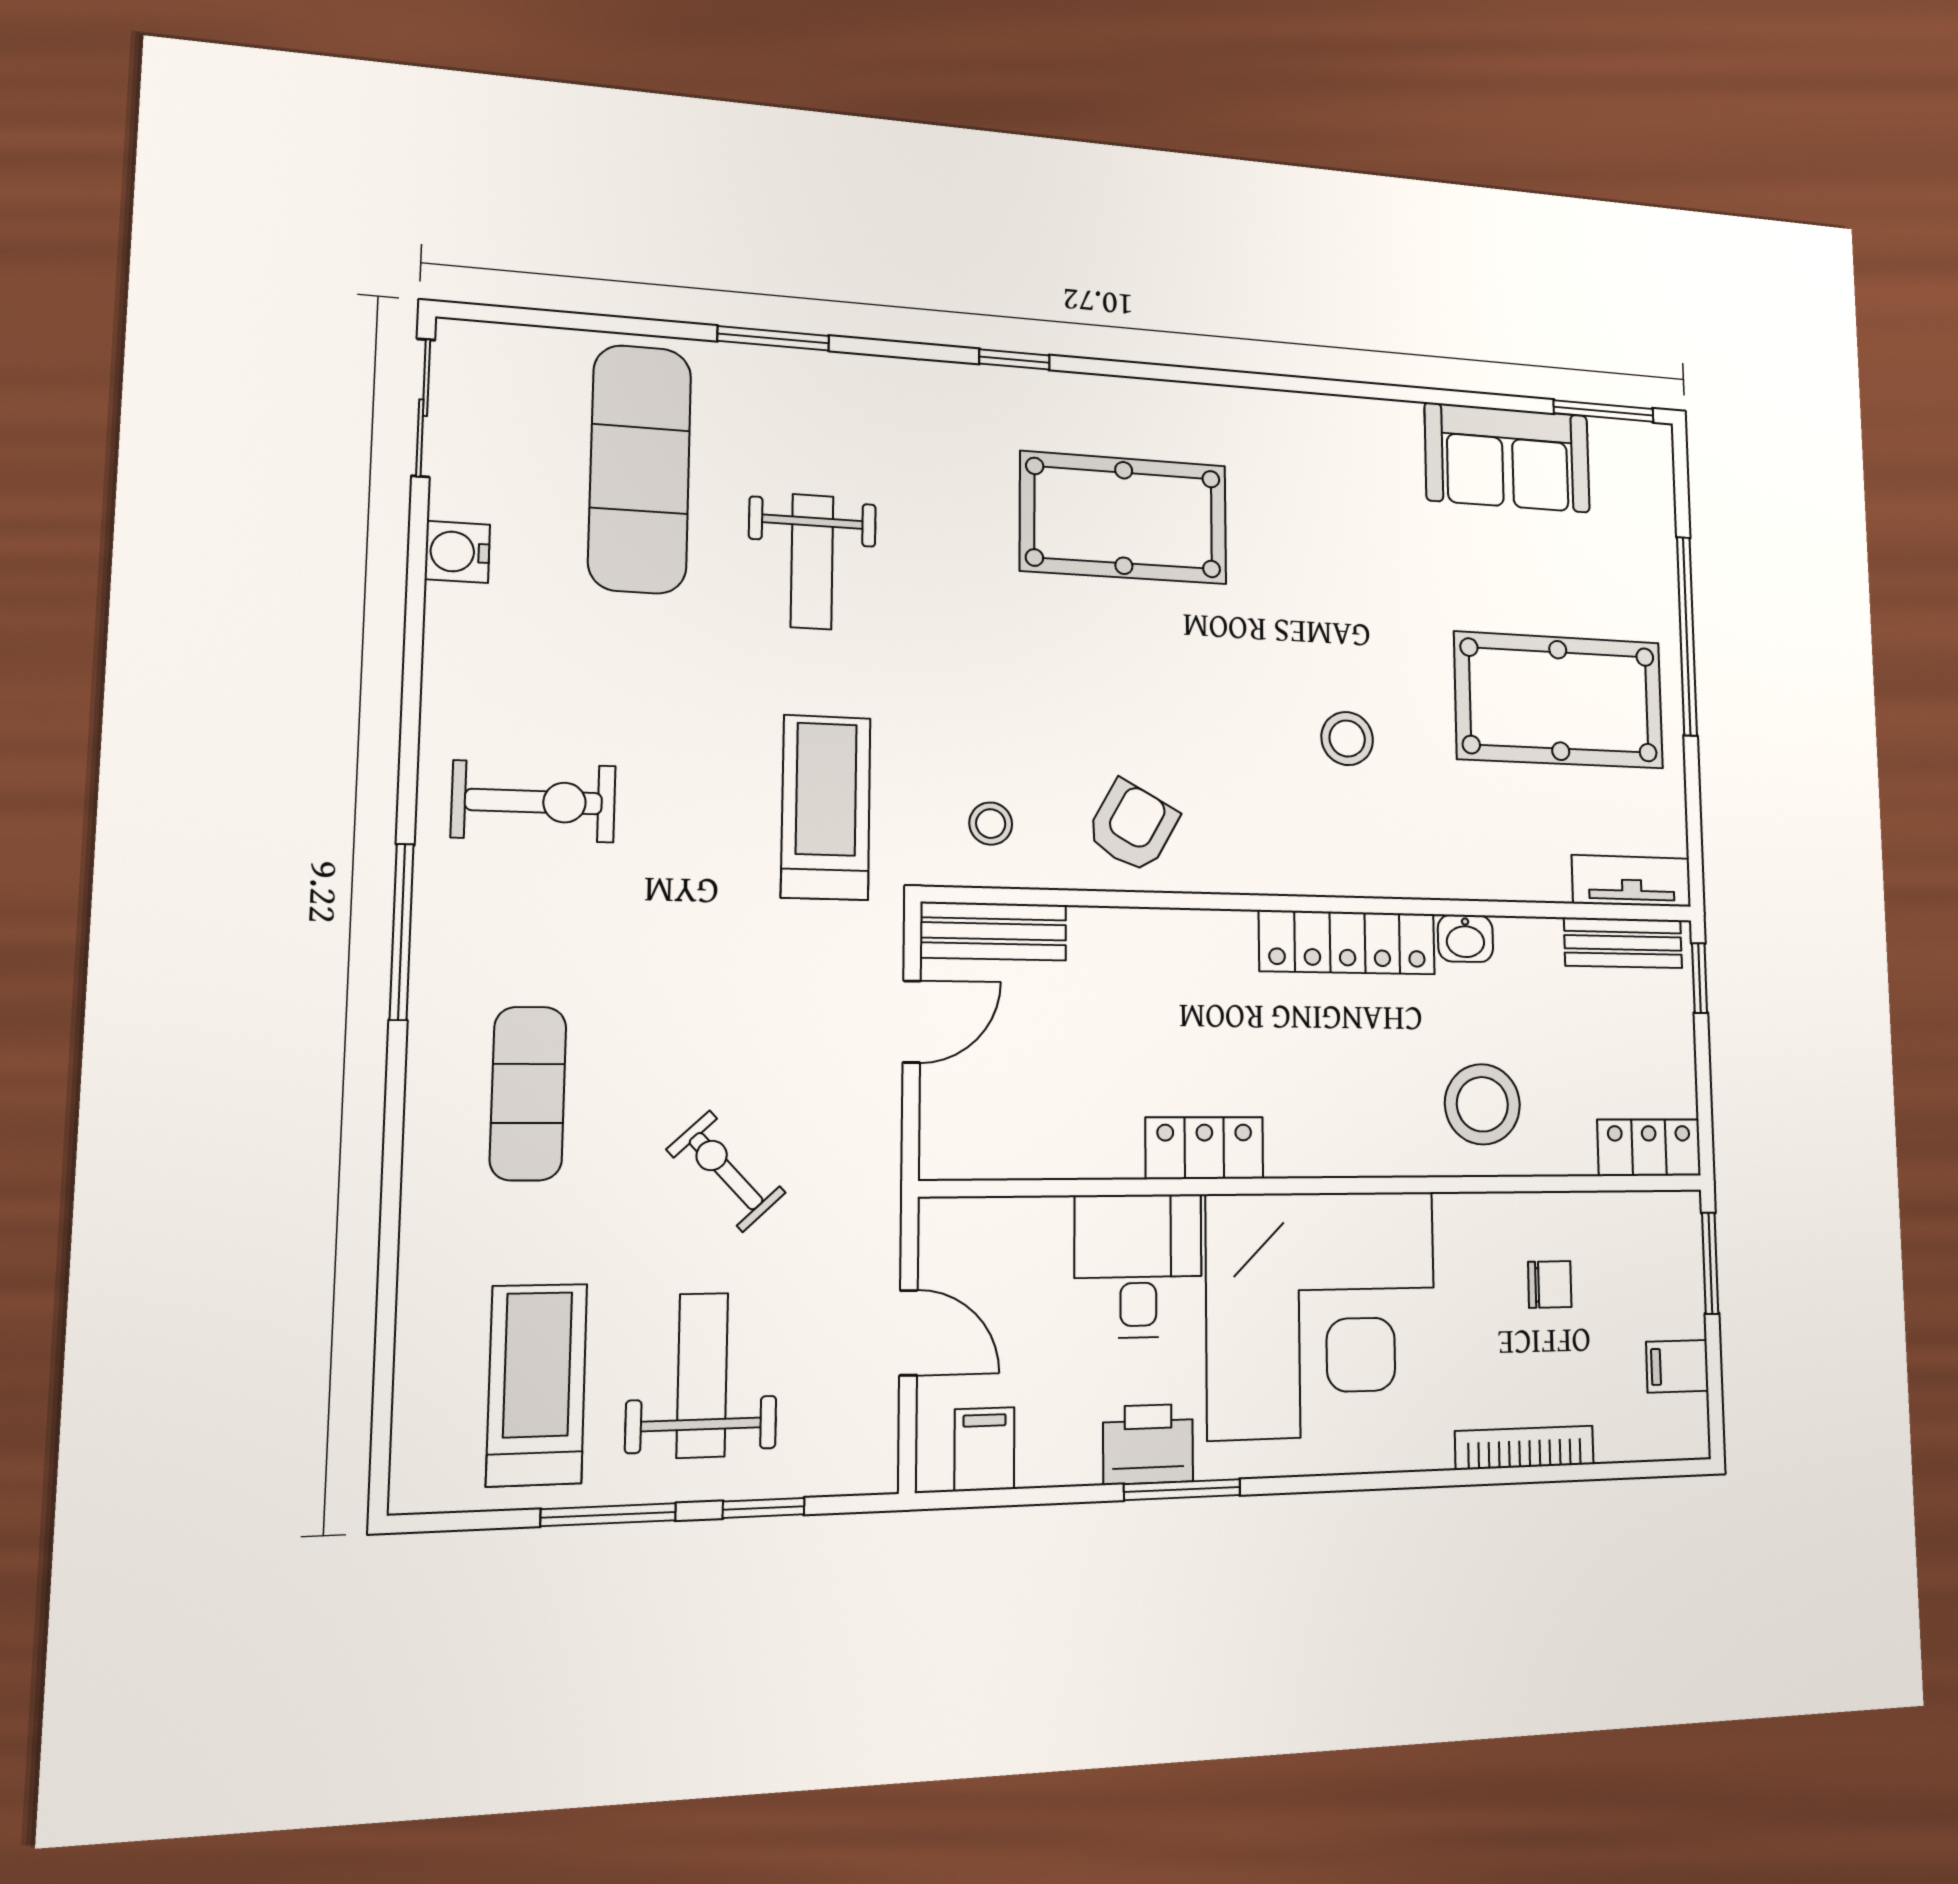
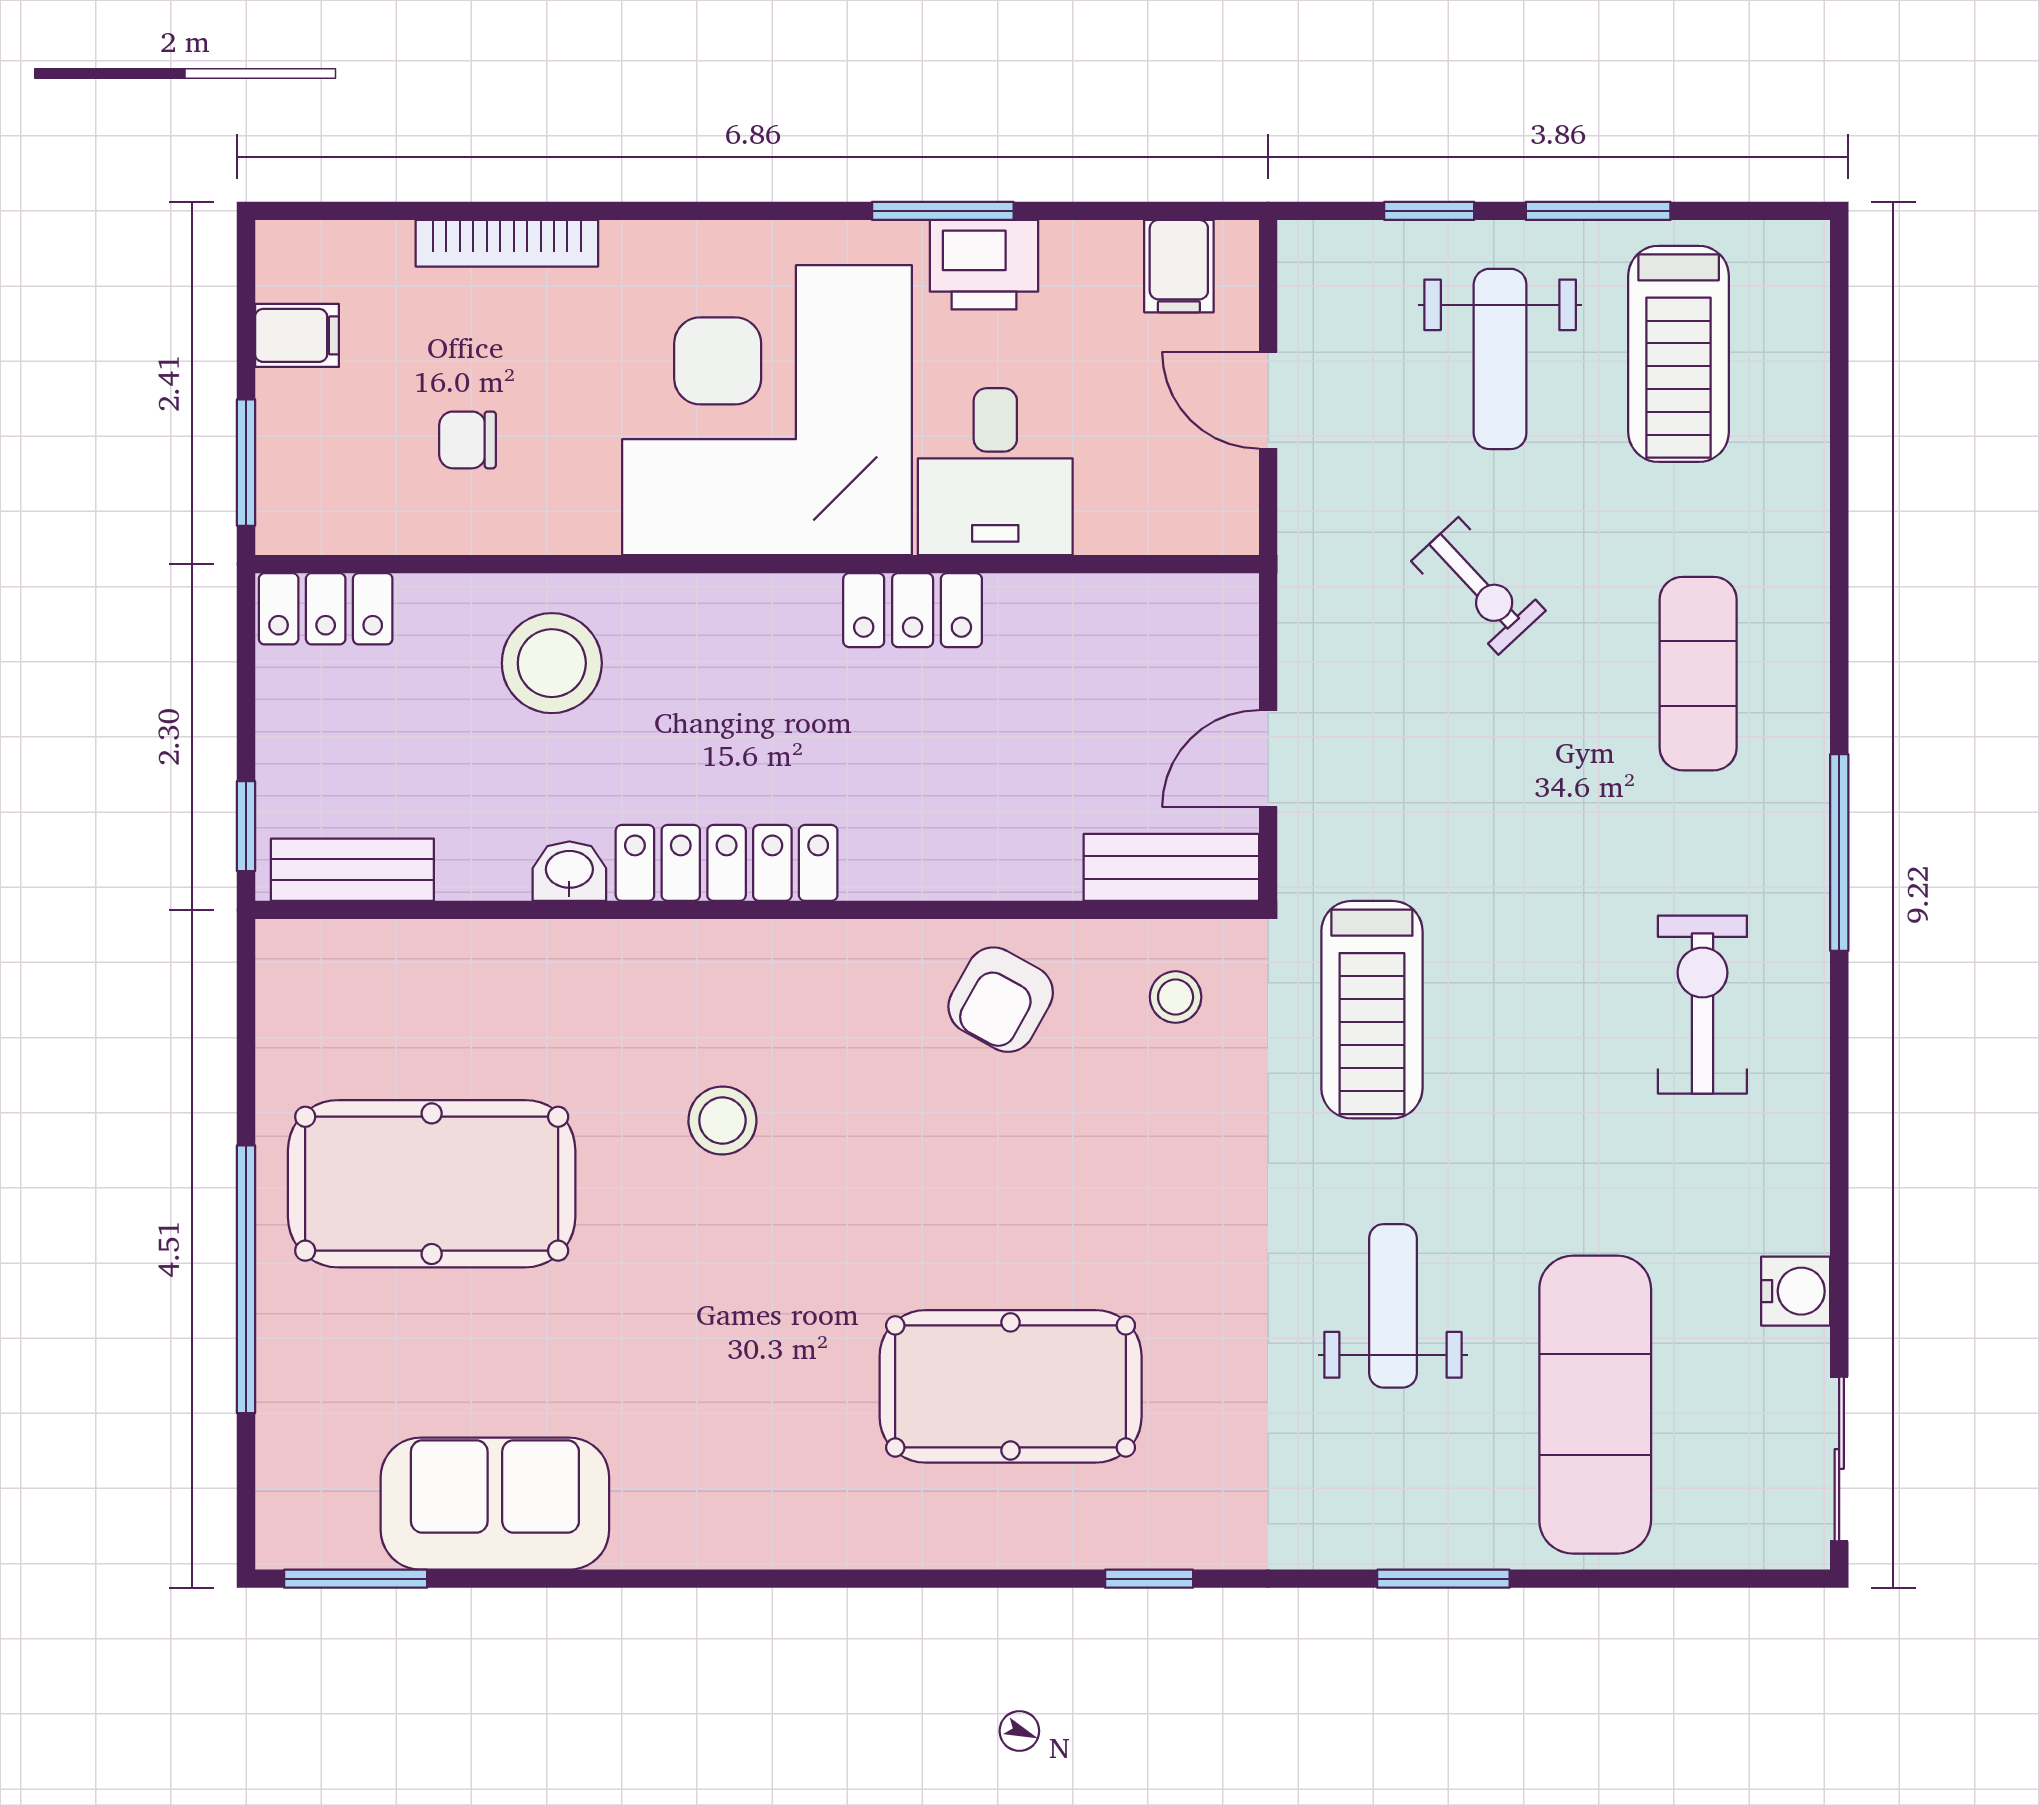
exercise bike: (534, 802) -> (1702, 1005), turned 90
tv unit: (1631, 881) -> (338, 950), removed

